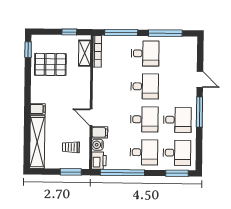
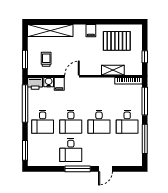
window: (28, 50) -> (129, 22), removed
shelving: (85, 53) -> (113, 70), moved
pallet: (50, 64) -> (117, 41), turned 90
filing cabinet: (38, 109) -> (91, 31), moved
desk: (177, 153) -> (43, 150), removed

